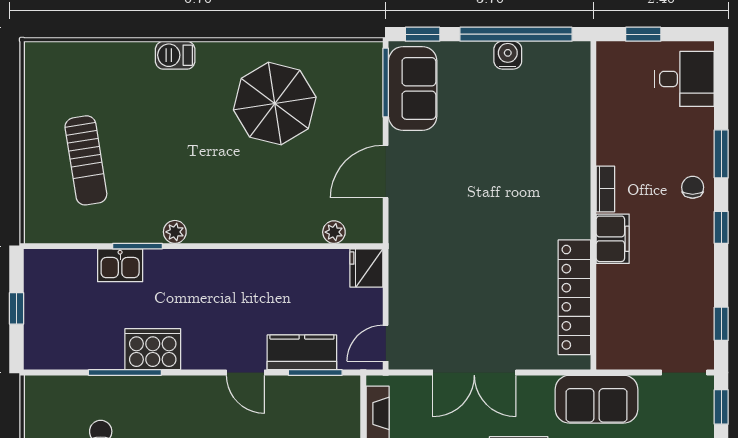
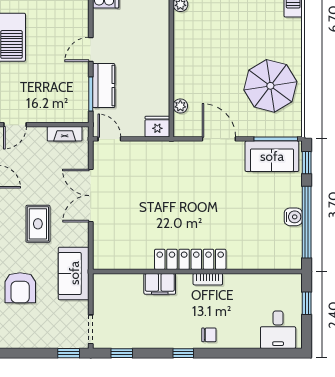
parasol: (275, 104) -> (270, 86), moved
window: (721, 154) -> (230, 353), removed
filing cabinet: (613, 239) -> (160, 284), moved
locker: (574, 297) -> (190, 259), moved

